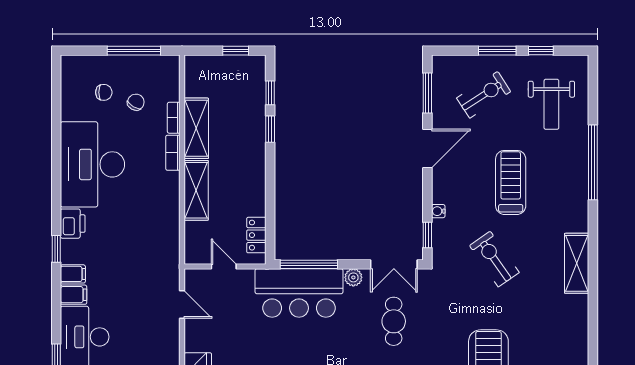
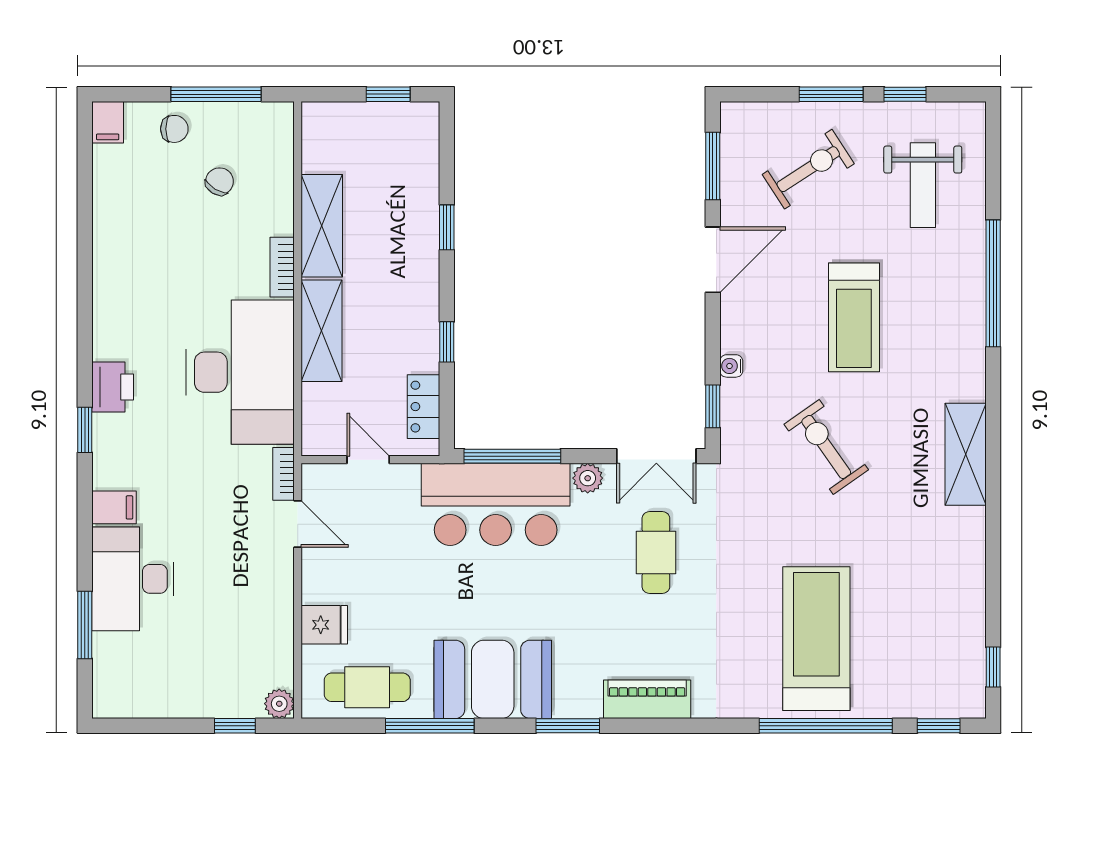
chair: (104, 92) -> (174, 129), moved
window: (270, 93) -> (447, 342), moved
bookcase: (174, 118) -> (284, 474), moved
desk: (92, 164) -> (240, 372), moved, turned 180
treadmill: (511, 182) -> (854, 317), turned 180
filing cabinet: (73, 274) -> (108, 122), moved, turned 90

